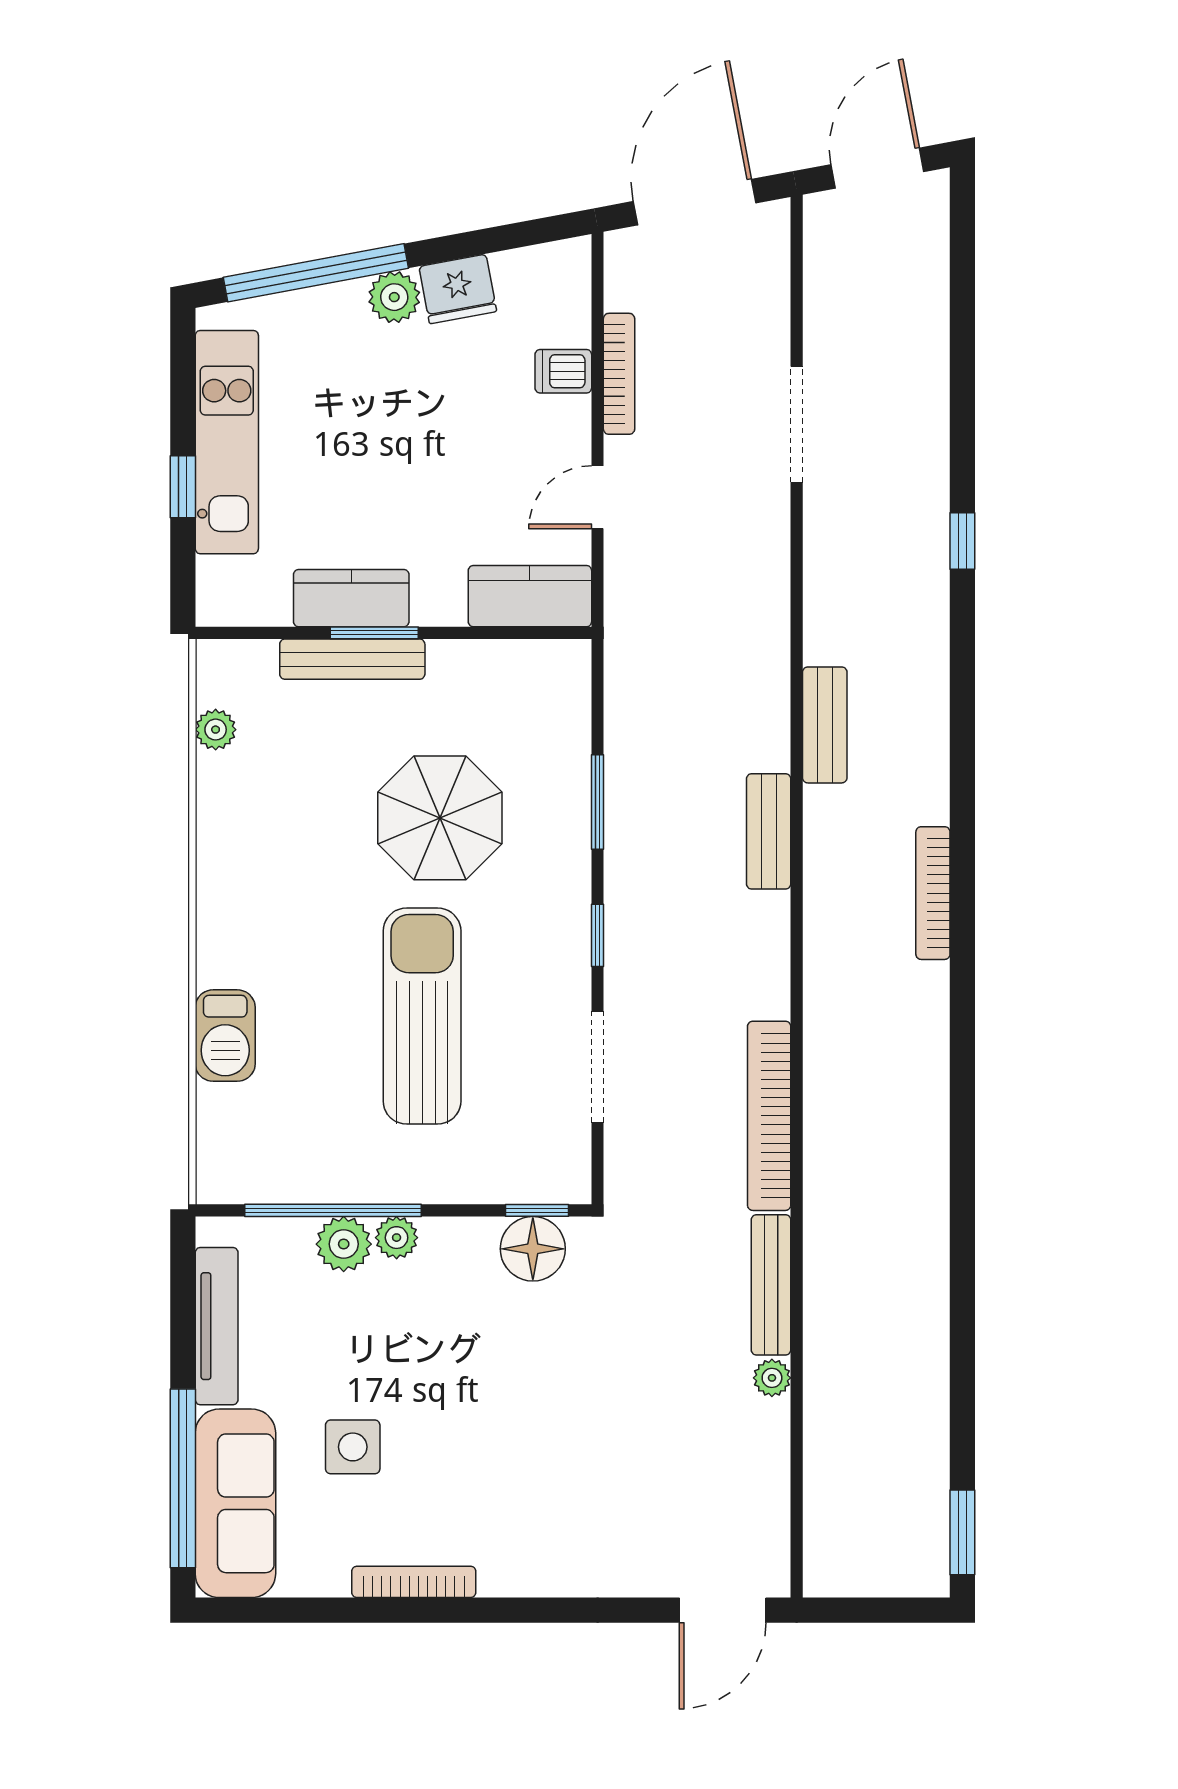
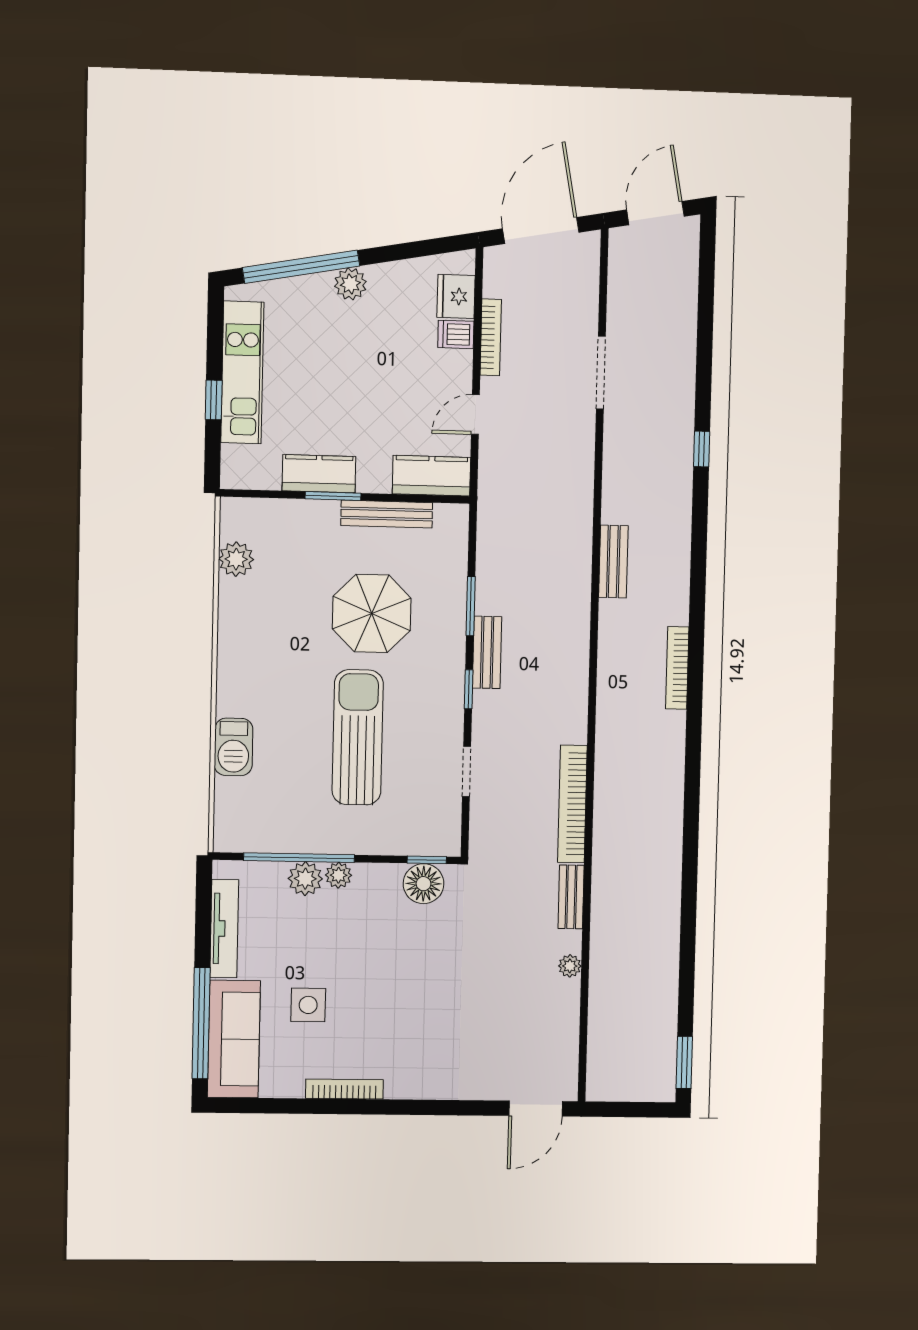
fridge: (458, 289) -> (456, 296), moved, turned 101
bench: (352, 659) -> (387, 514), moved
plant: (216, 730) -> (236, 559), width x1.38, depth x1.38
bench: (769, 831) -> (487, 652), moved
doorway: (598, 1067) -> (467, 771), width x0.73
bench: (771, 1285) -> (571, 897), width x0.73

